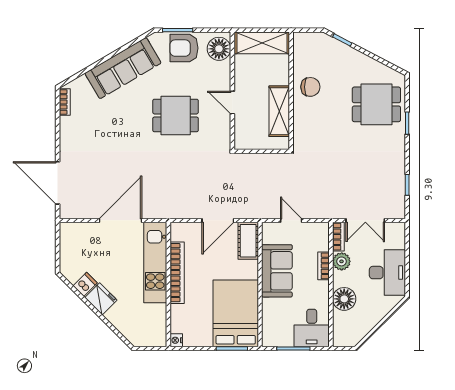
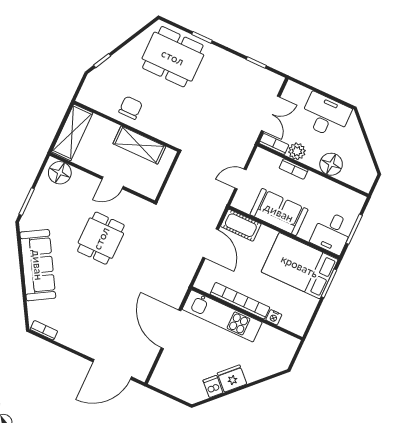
armchair: (184, 48) -> (45, 203), removed
dining table: (376, 104) -> (173, 57), width x1.37
desk: (312, 328) -> (332, 233), moved, turned 90
nightstand: (176, 340) -> (274, 317), moved

